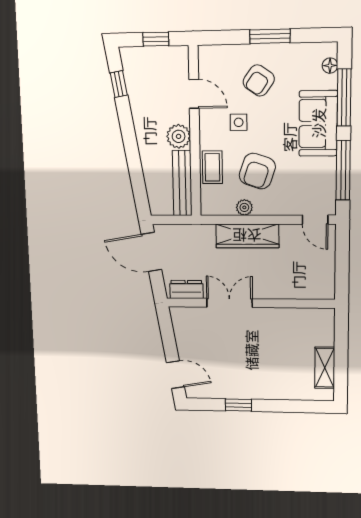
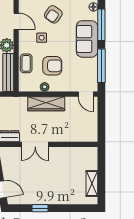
armchair: (257, 171) -> (52, 66), turned -109
double door: (229, 303) -> (35, 144), swing flipped

